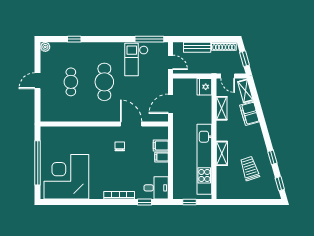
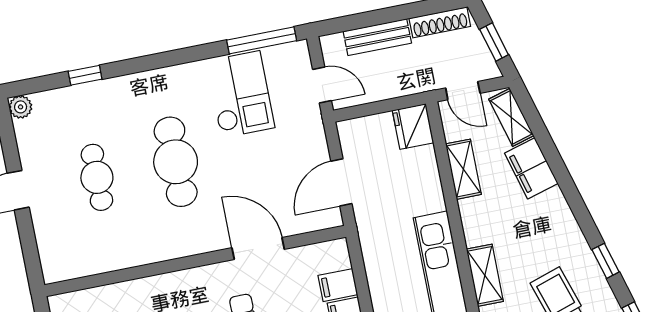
checkout: (136, 60) -> (240, 94), turned 180

